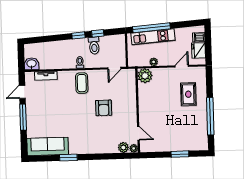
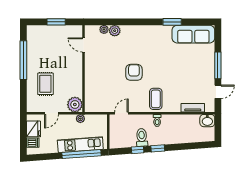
plant: (145, 76) -> (75, 105), moved
wall: (138, 110) -> (84, 69), moved
door: (138, 133) -> (84, 45), moved

